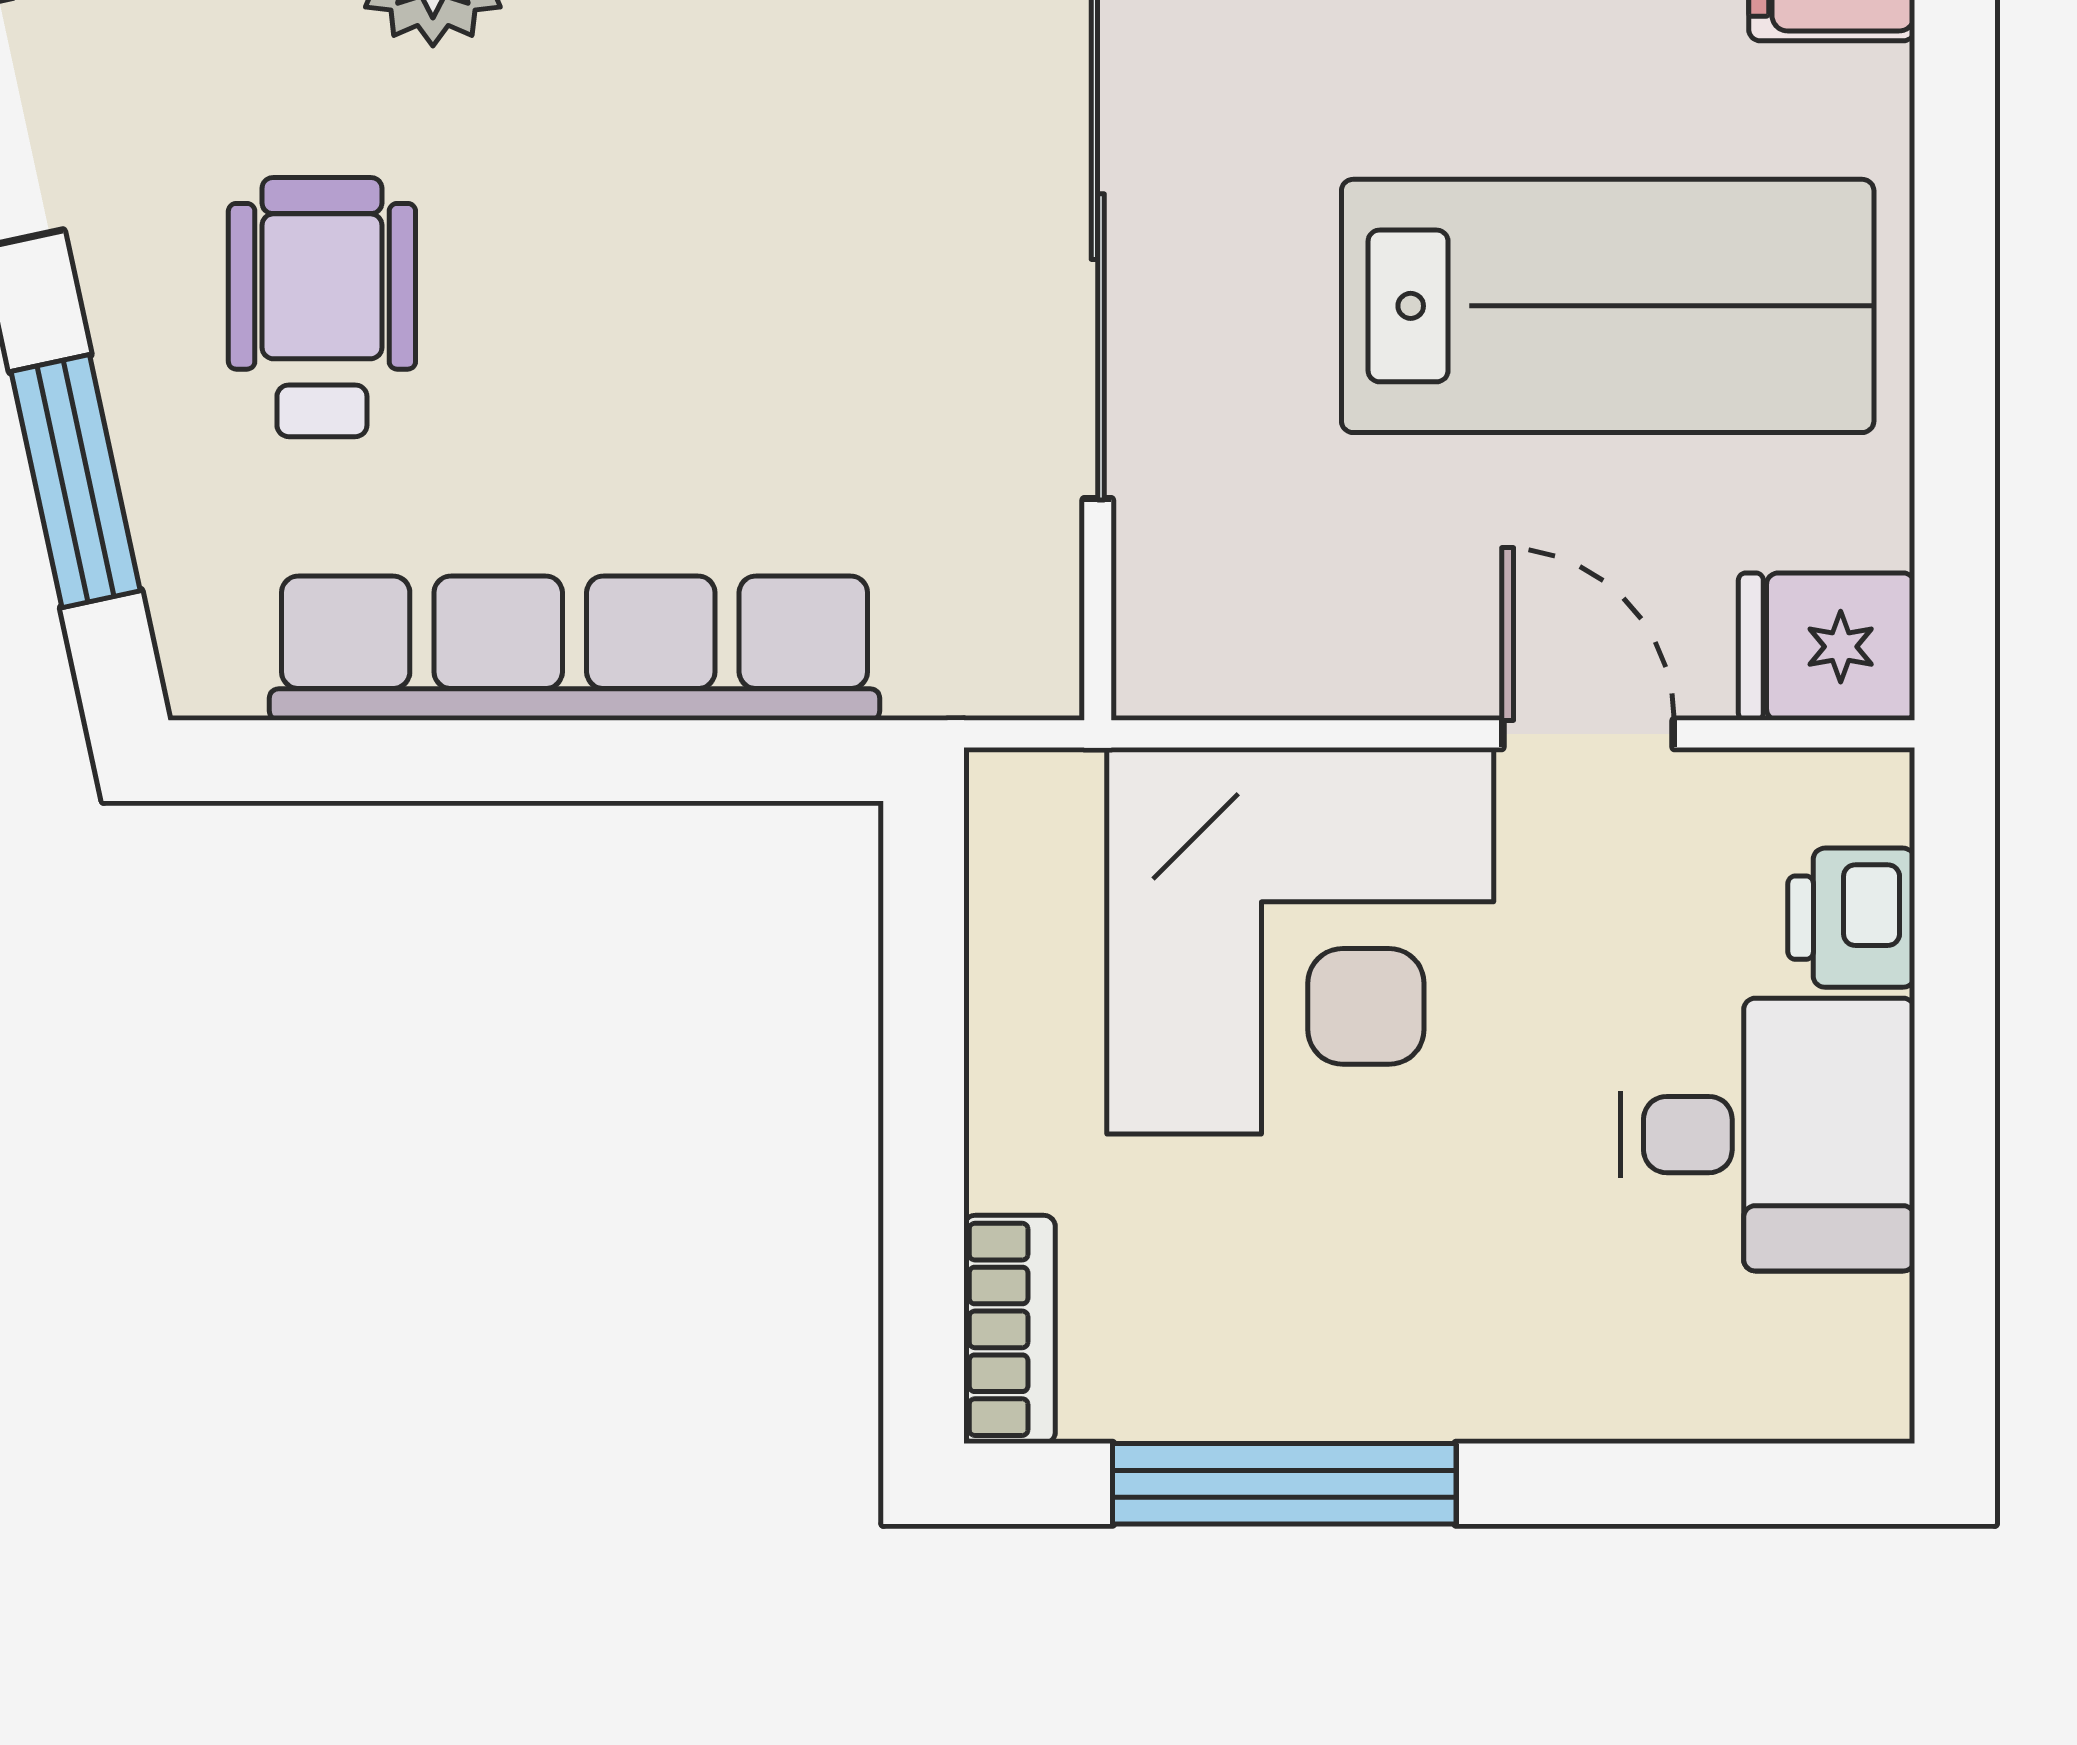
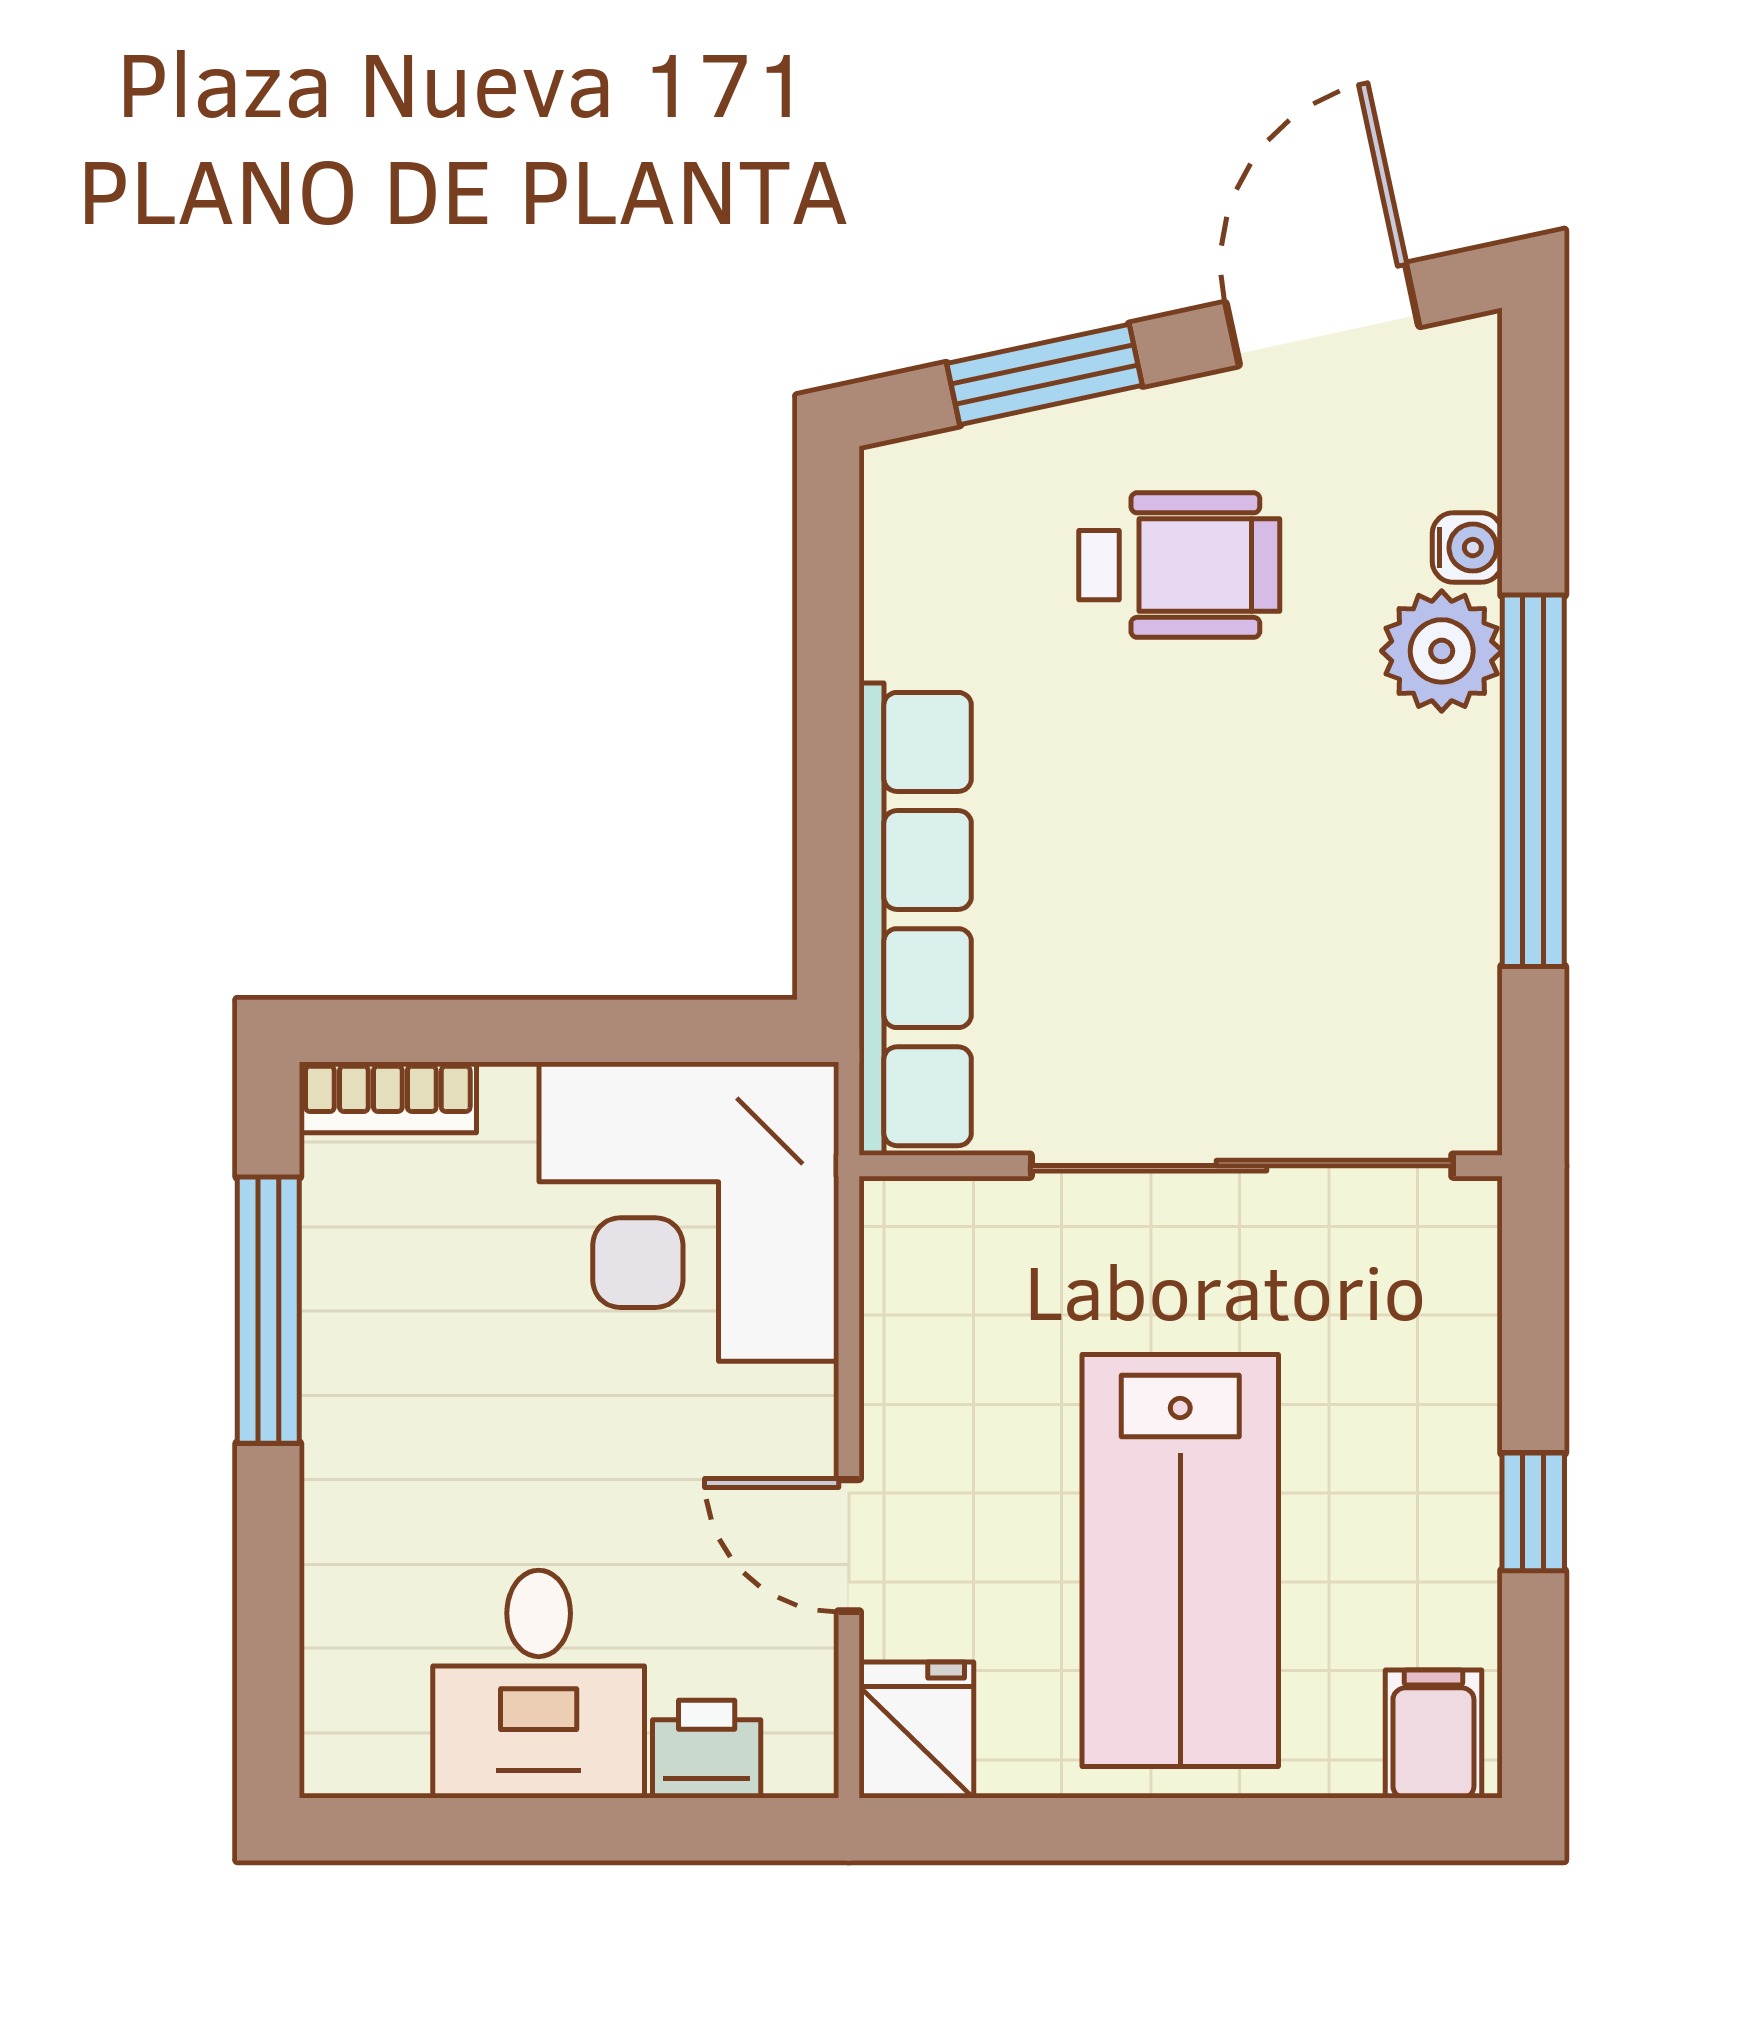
row of seats: (574, 648) -> (915, 919), moved
door: (1588, 734) -> (849, 1545), swing flipped
corner desk: (1300, 941) -> (689, 1212), moved

